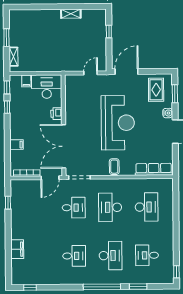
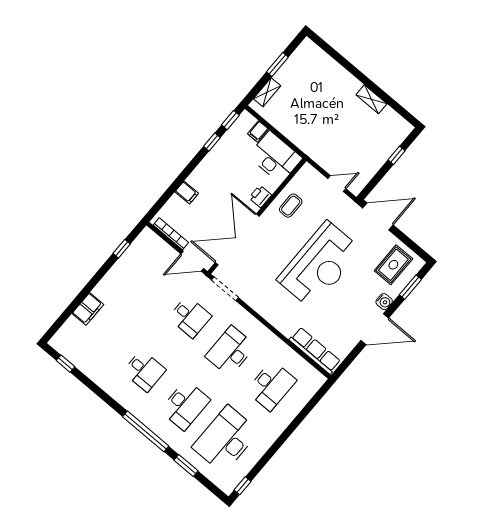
coffee table: (114, 167) -> (291, 206), moved
desk: (147, 255) -> (226, 439), width x1.87, depth x1.30

